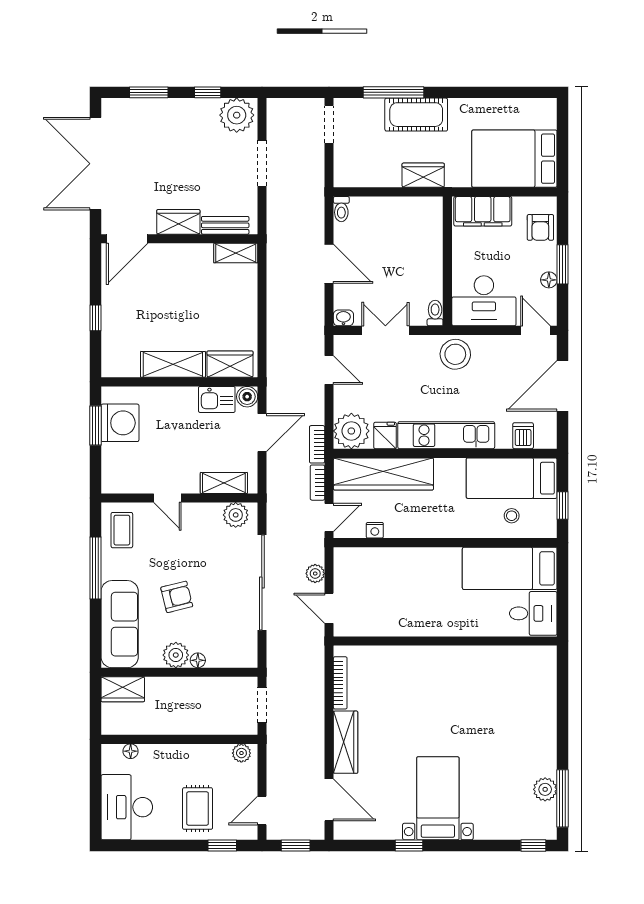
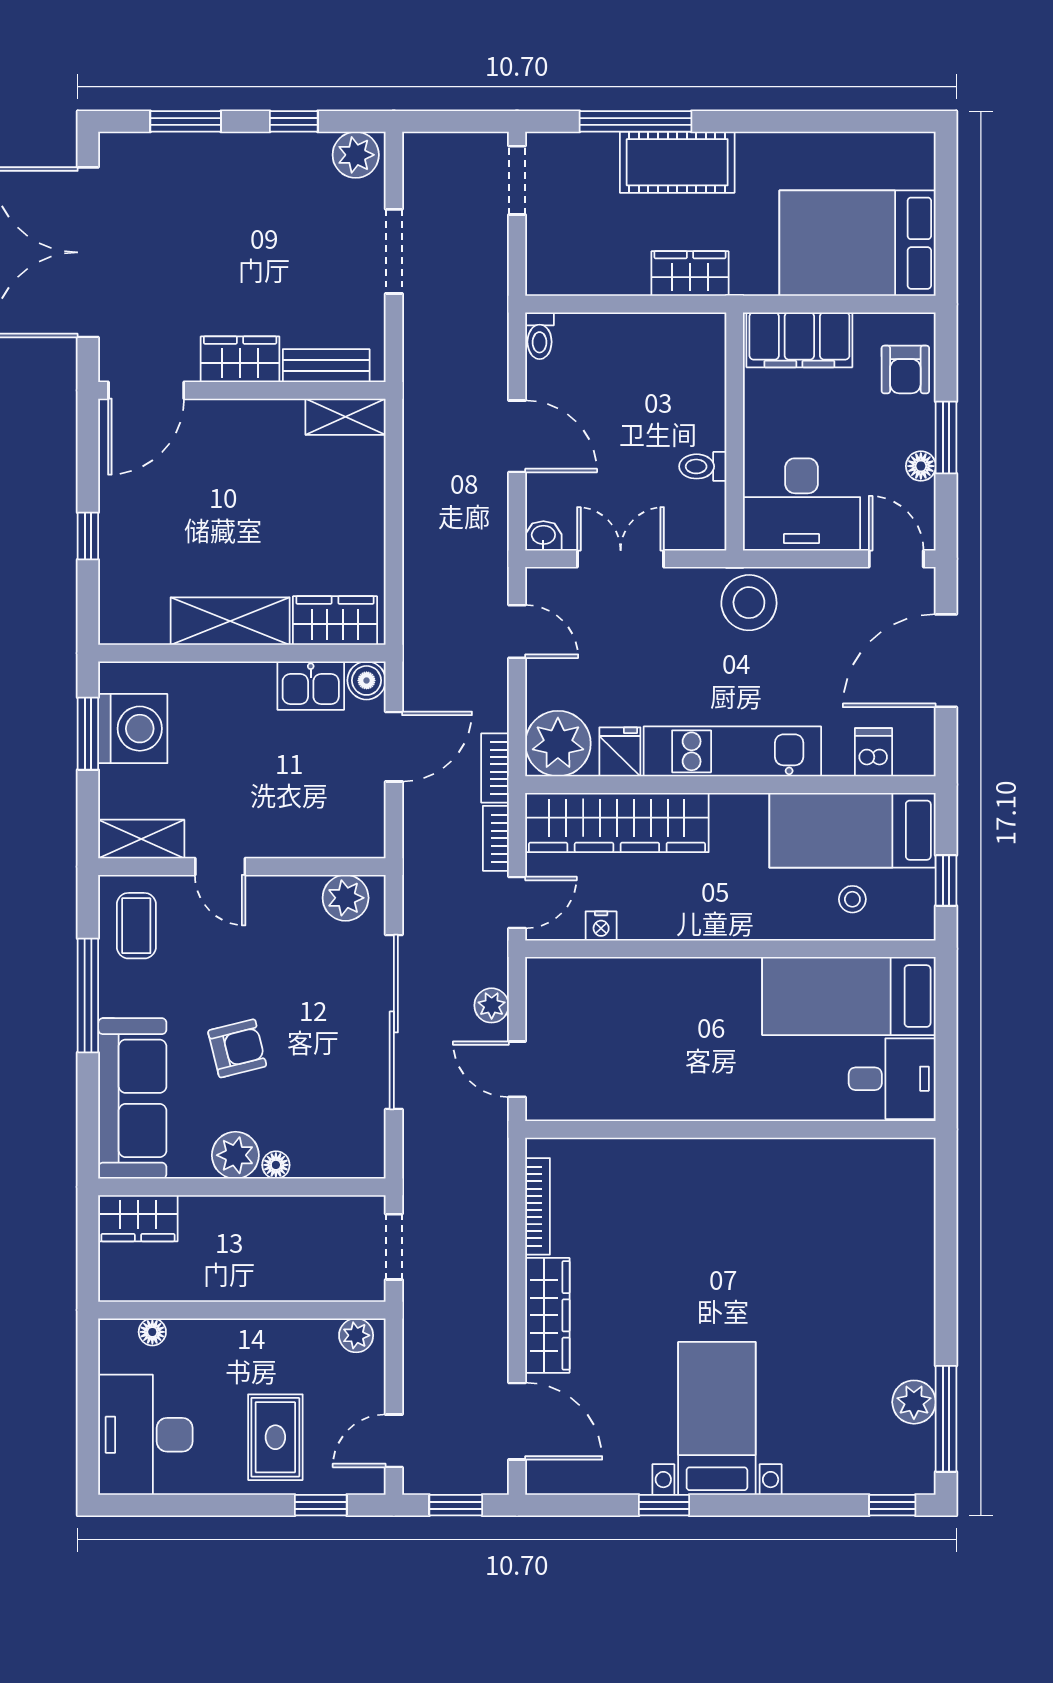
plant: (237, 115) -> (356, 155), width x0.73, depth x0.73
toilet: (435, 313) -> (703, 466), moved, turned -90
shelving: (224, 483) -> (141, 839), moved

